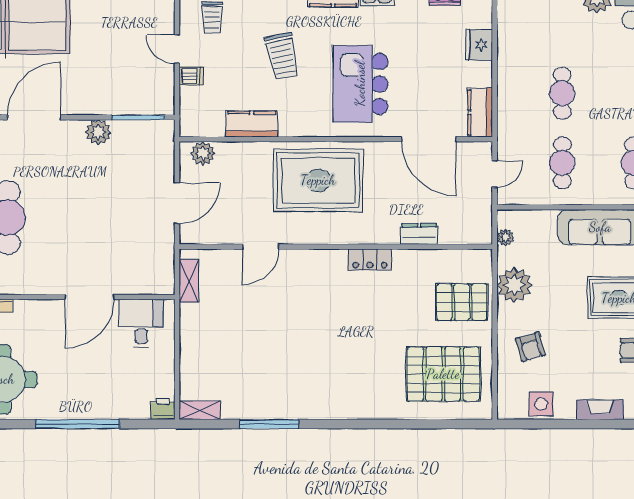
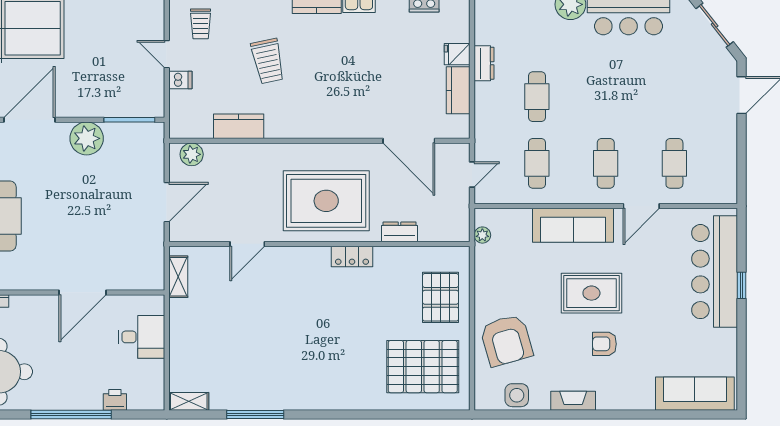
fridge: (479, 45) -> (457, 54), width x0.72
dresser: (507, 58) -> (484, 63), added
kitchen island: (360, 84) -> (343, 88), removed
kitchen counter: (480, 112) -> (458, 90), moved
plant: (98, 132) -> (87, 138), width x1.36, depth x1.36
rug: (318, 180) -> (326, 201), moved
plant: (514, 285) -> (491, 281), removed
pallet: (462, 302) -> (441, 297), turned 90
desk: (141, 323) -> (141, 337), moved, turned 90
armchair: (530, 347) -> (506, 340), width x1.88, depth x1.88
printer: (163, 409) -> (115, 400), moved

